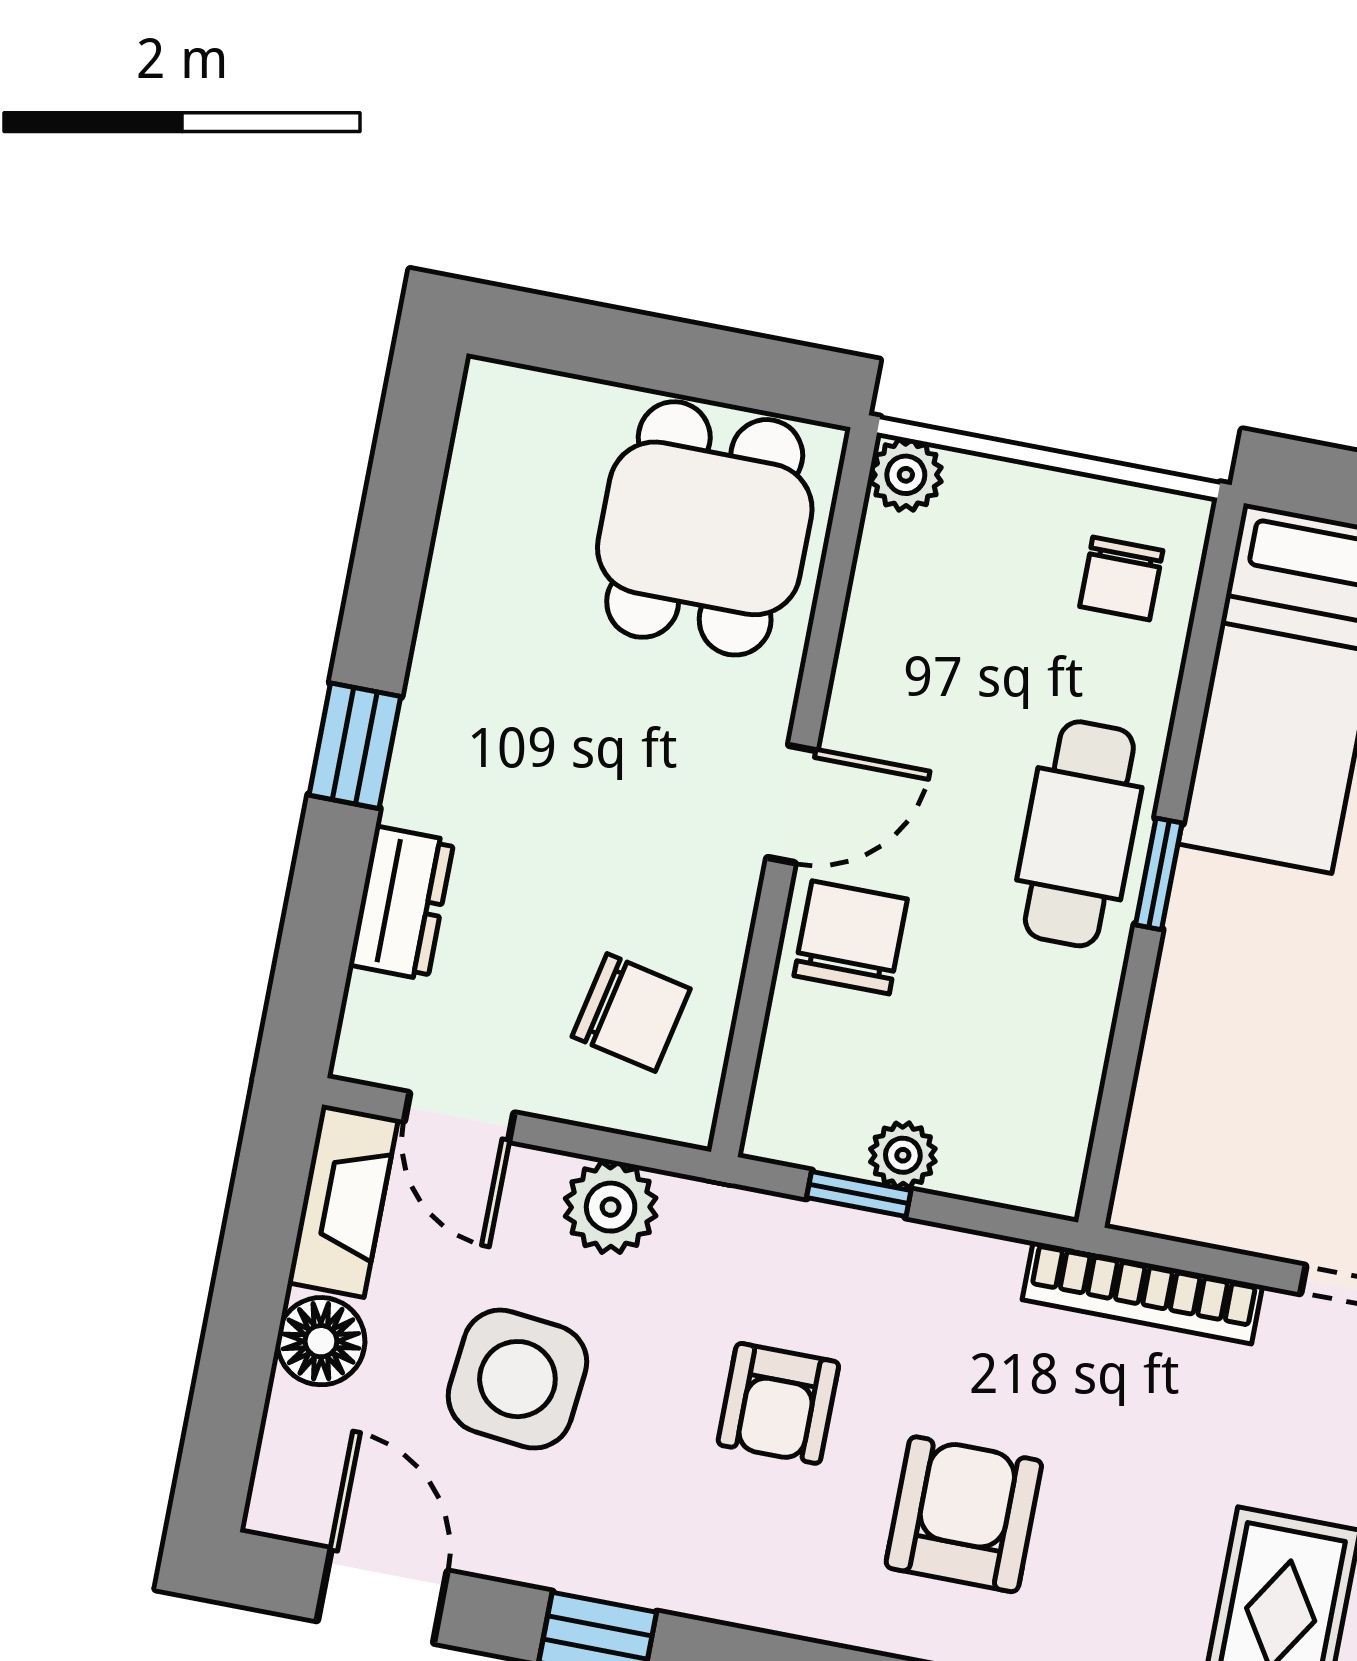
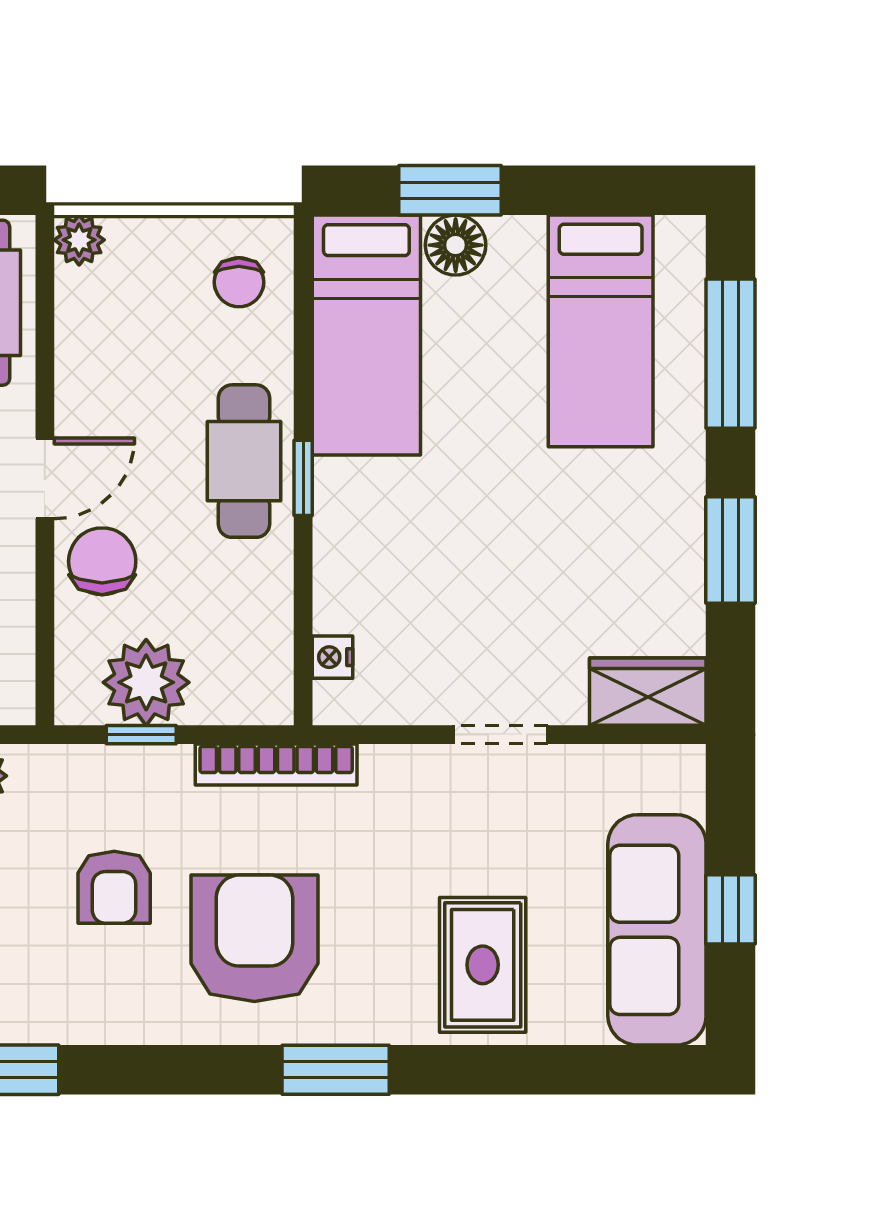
nightstand: (1151, 1136) -> (332, 657), added
plant: (903, 1155) -> (146, 682), width x1.87, depth x1.87
bookcase: (1142, 1293) -> (276, 764), moved
armchair: (964, 1514) -> (254, 938), width x1.36, depth x1.36

